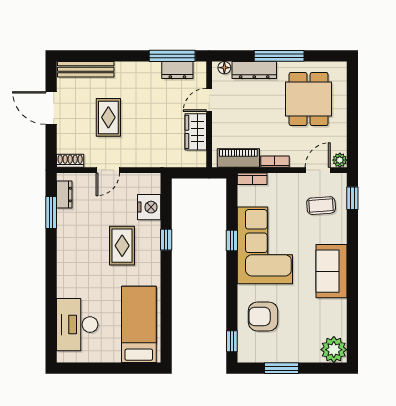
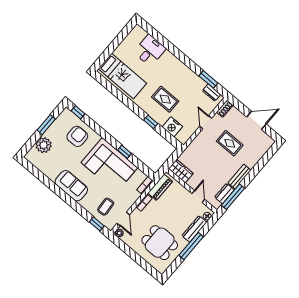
bench: (86, 69) -> (240, 177), moved, width x0.73
wardrobe: (196, 132) -> (181, 171), moved
desk: (77, 325) -> (150, 50), width x0.73
plant: (334, 350) -> (44, 145), moved

